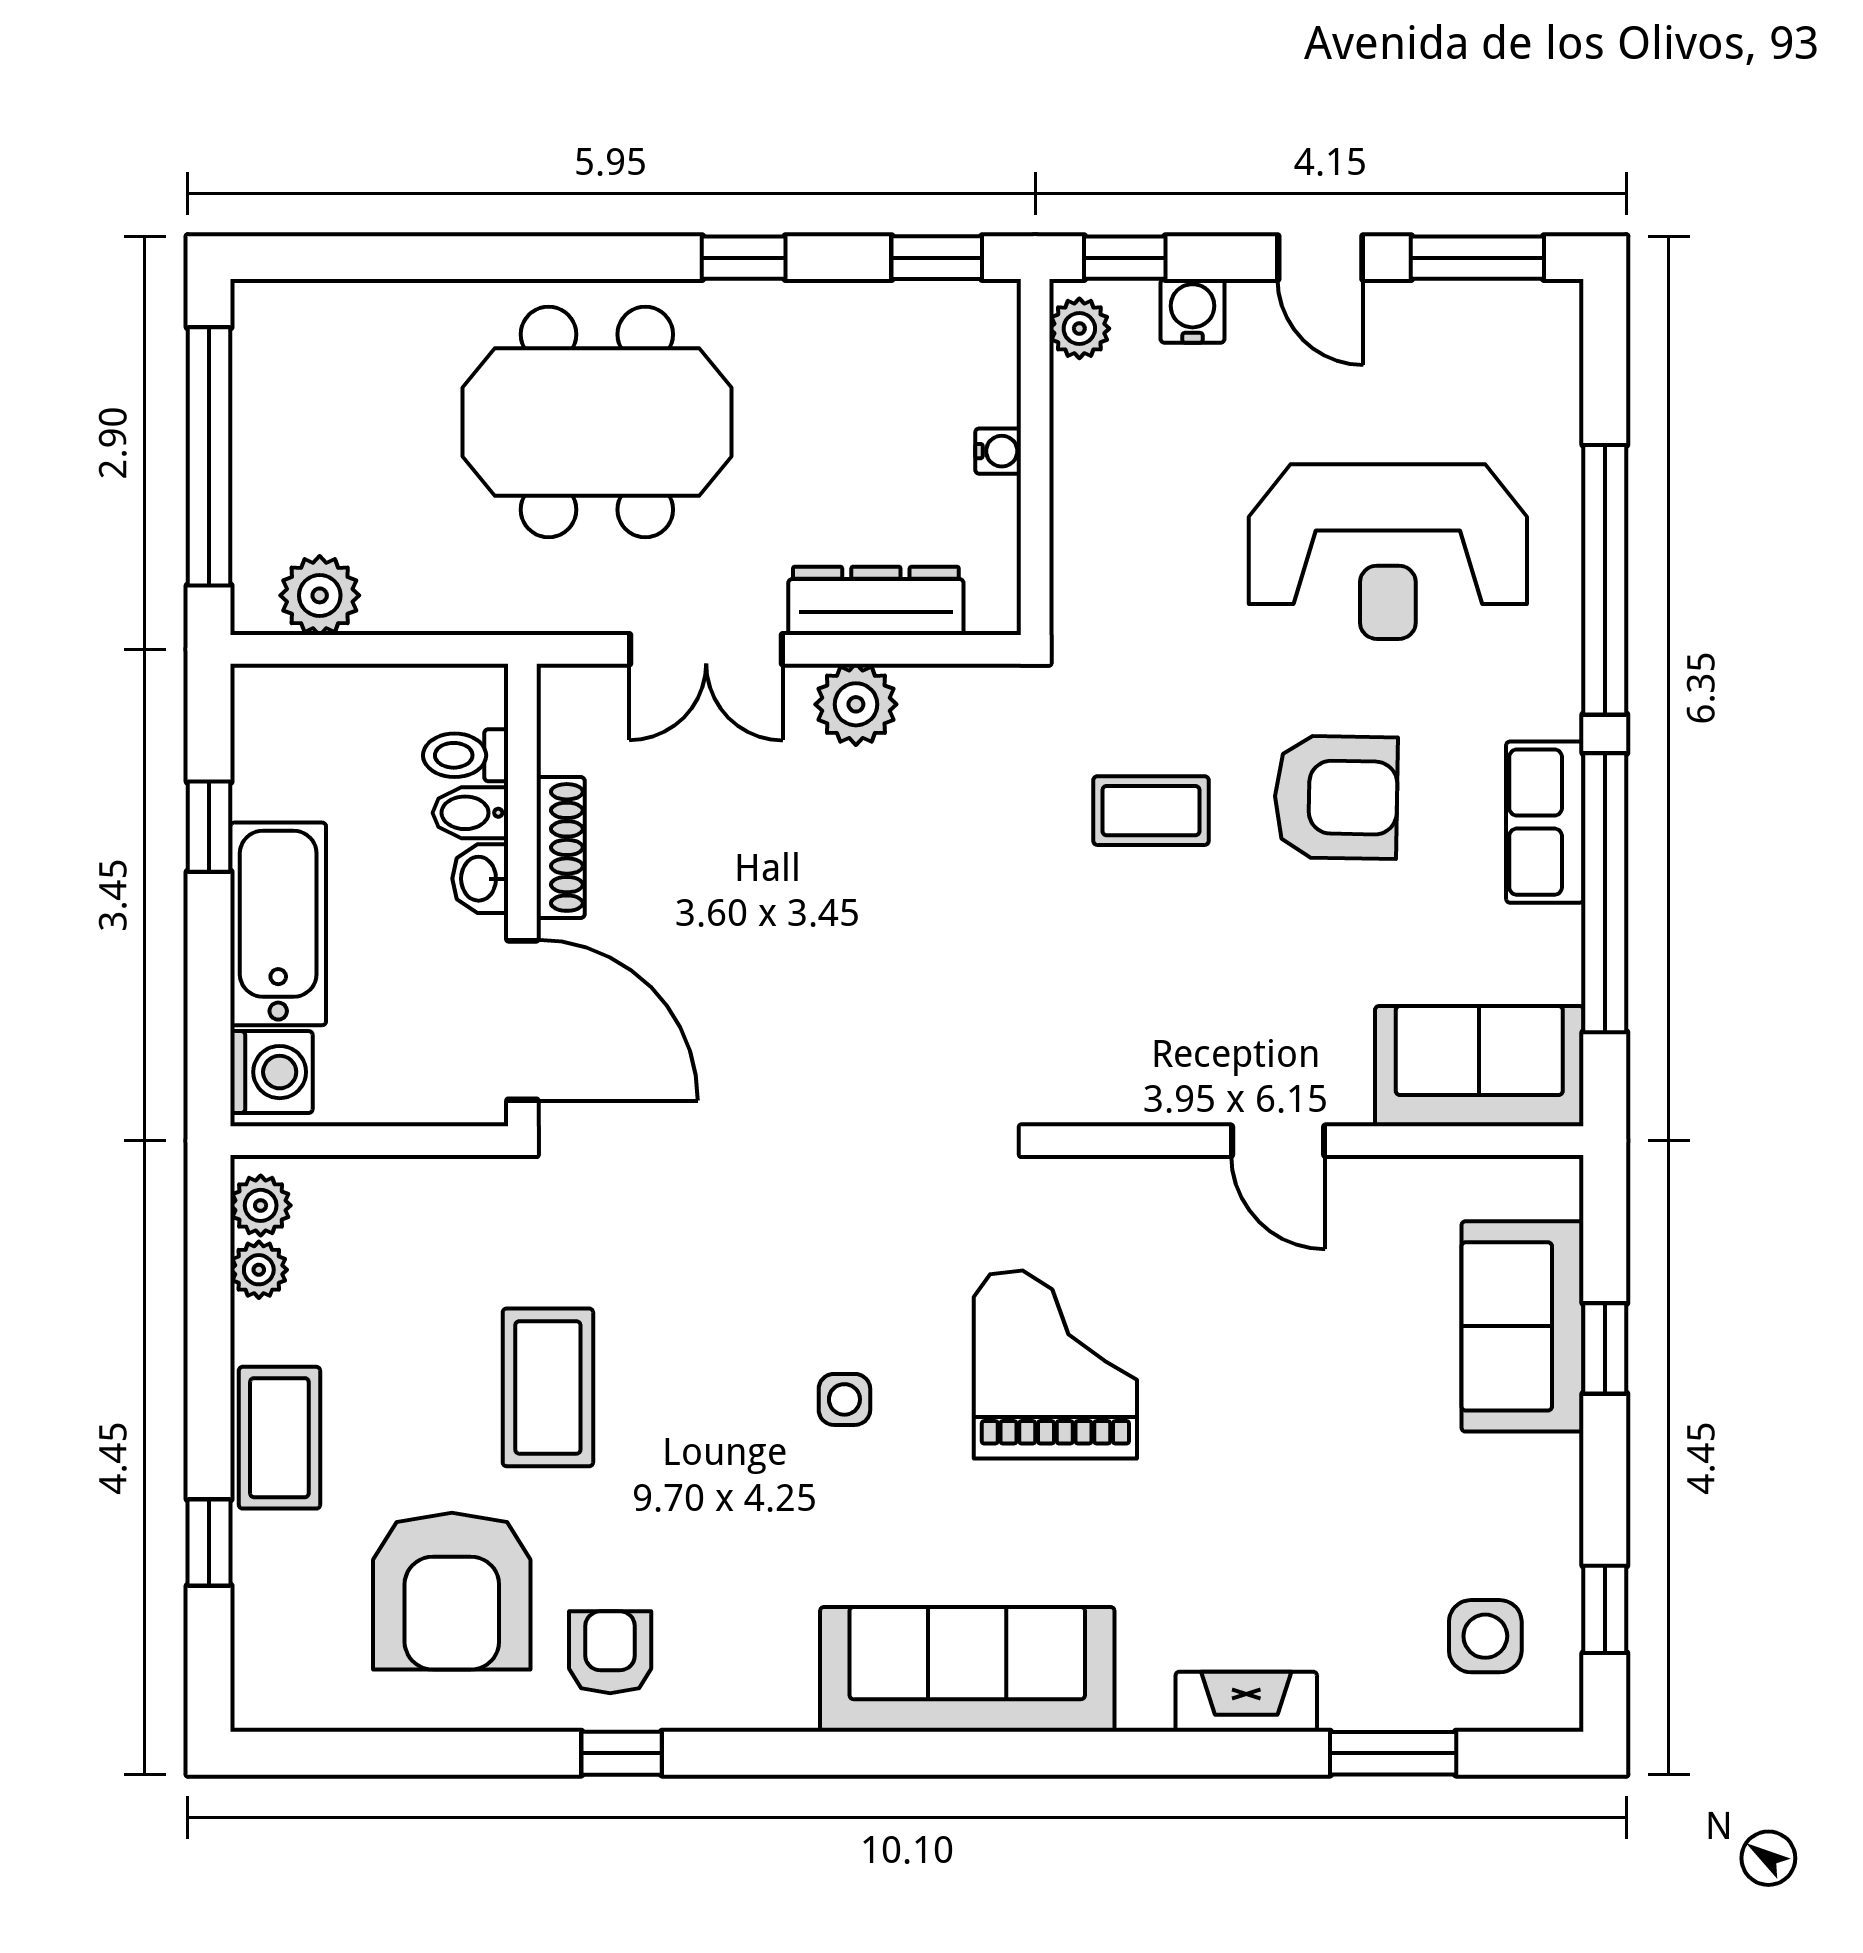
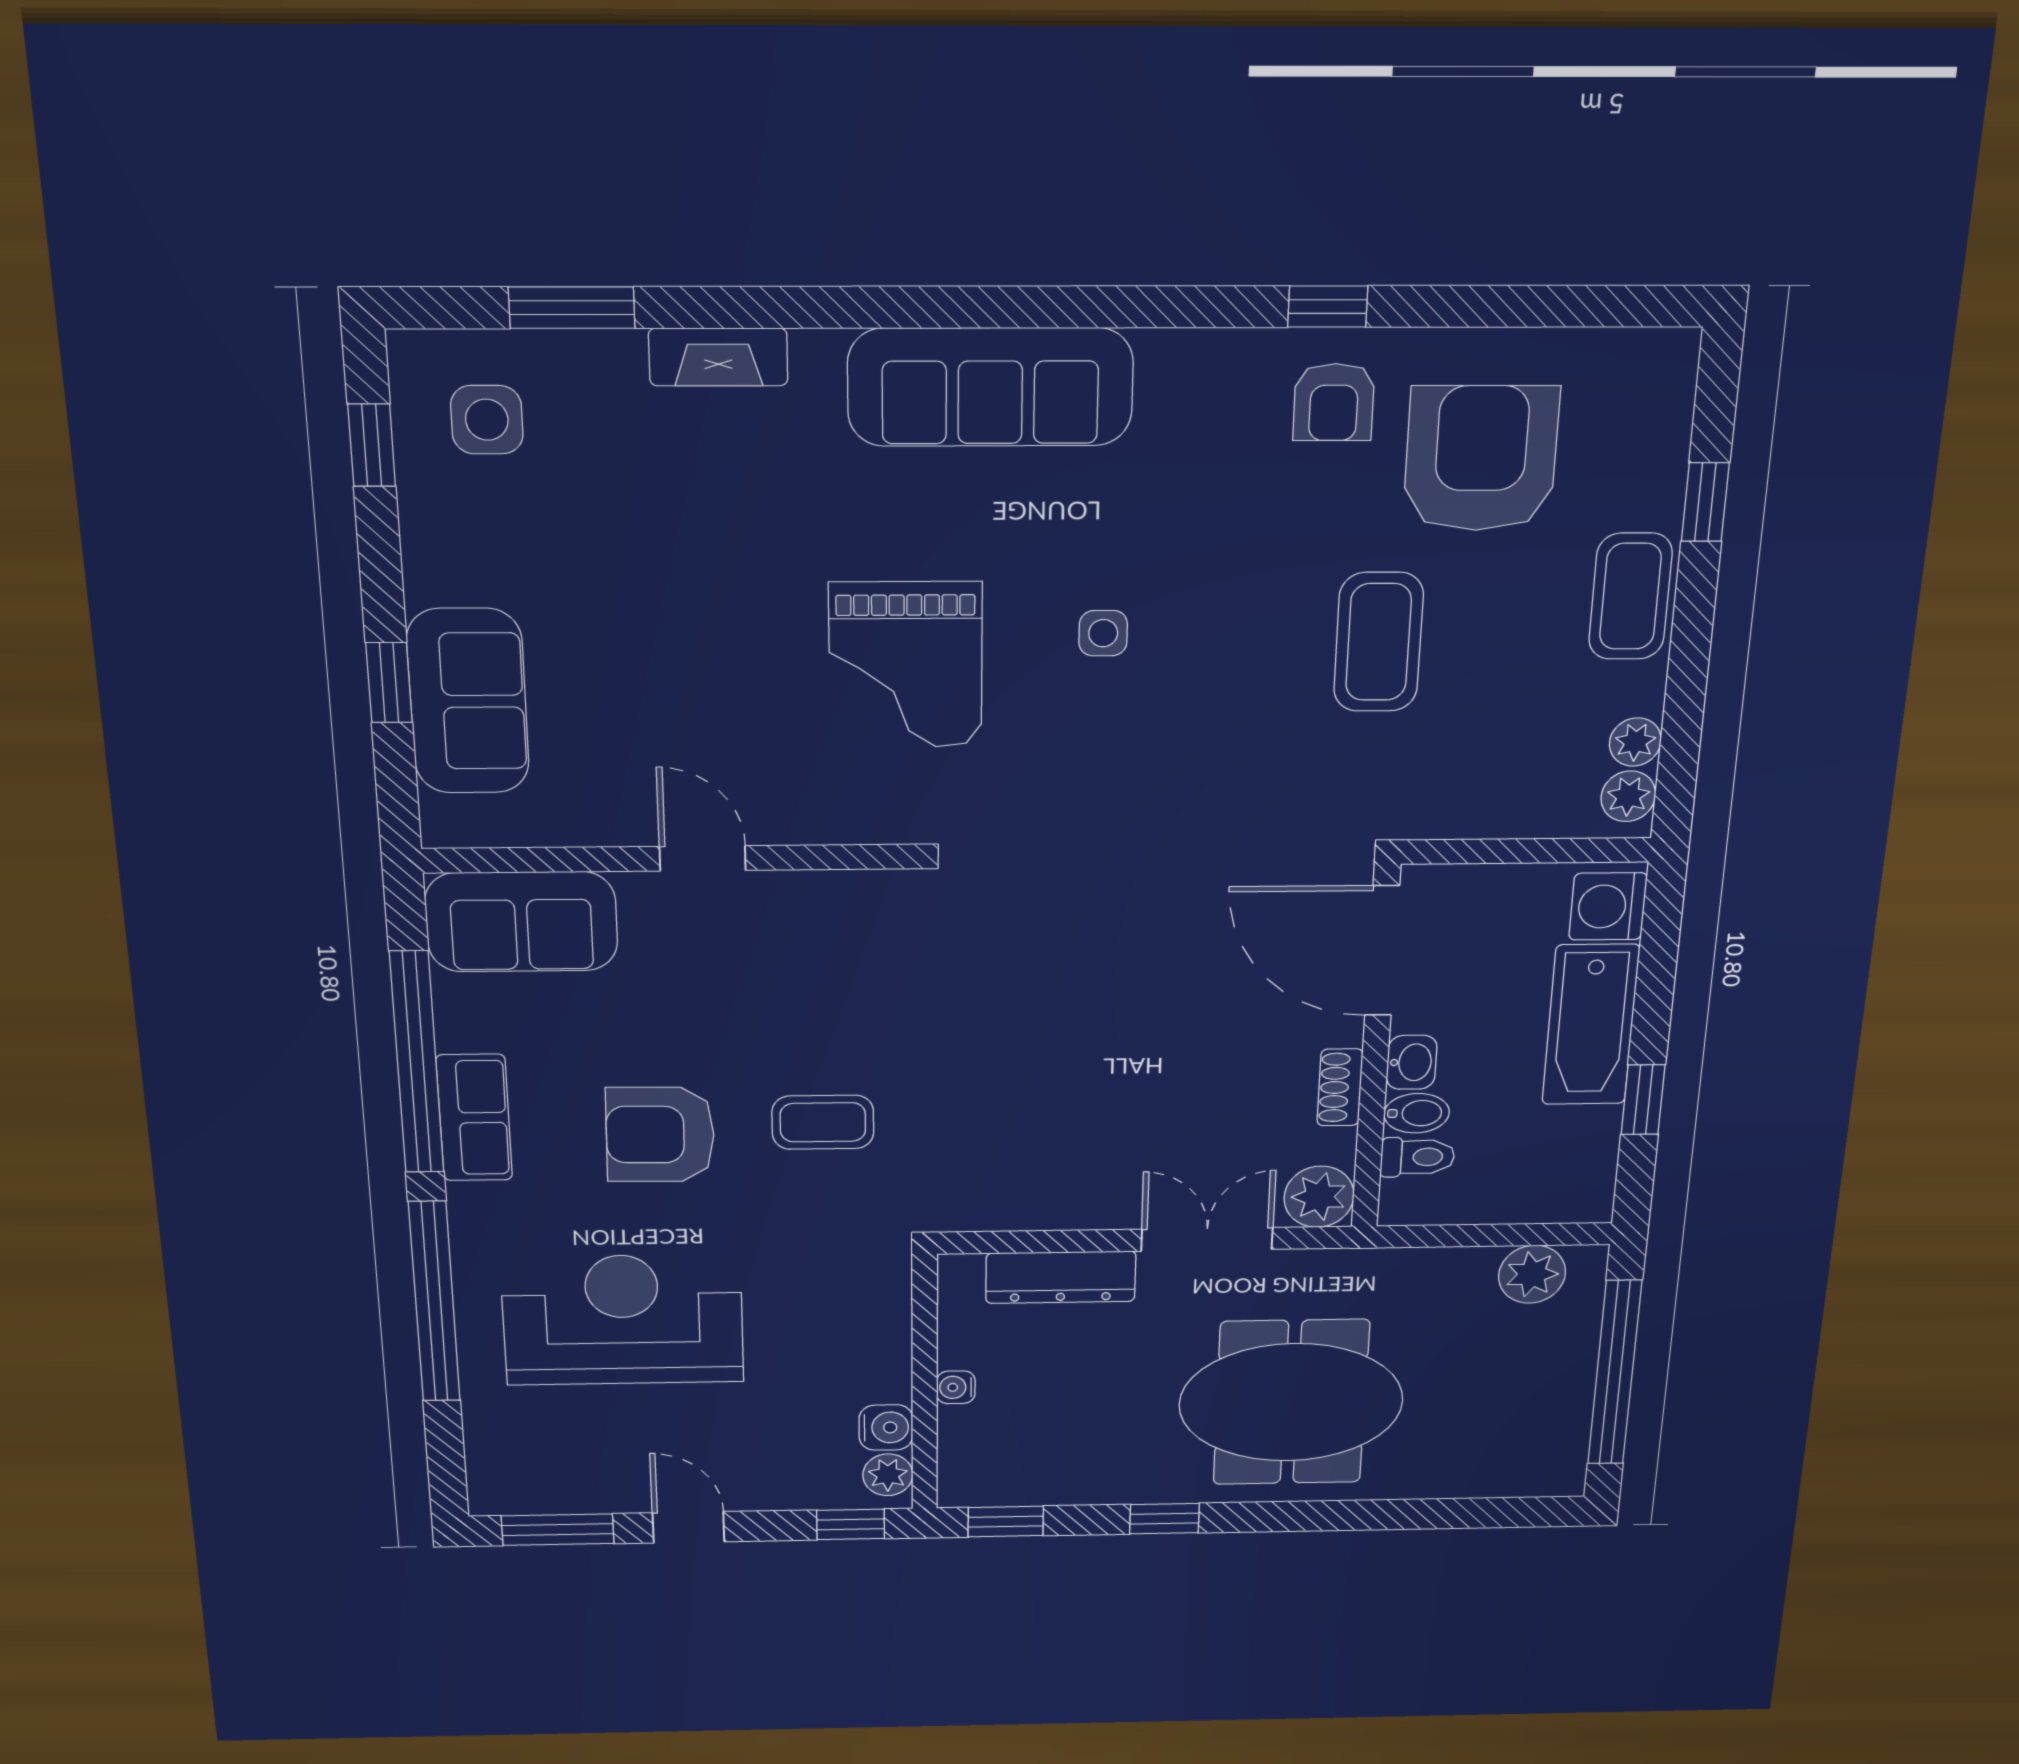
water cooler: (1193, 311) -> (886, 1428), moved, turned -90
plant: (856, 704) -> (1319, 1197), moved
shoe rack: (561, 847) -> (1340, 1087), width x0.70

